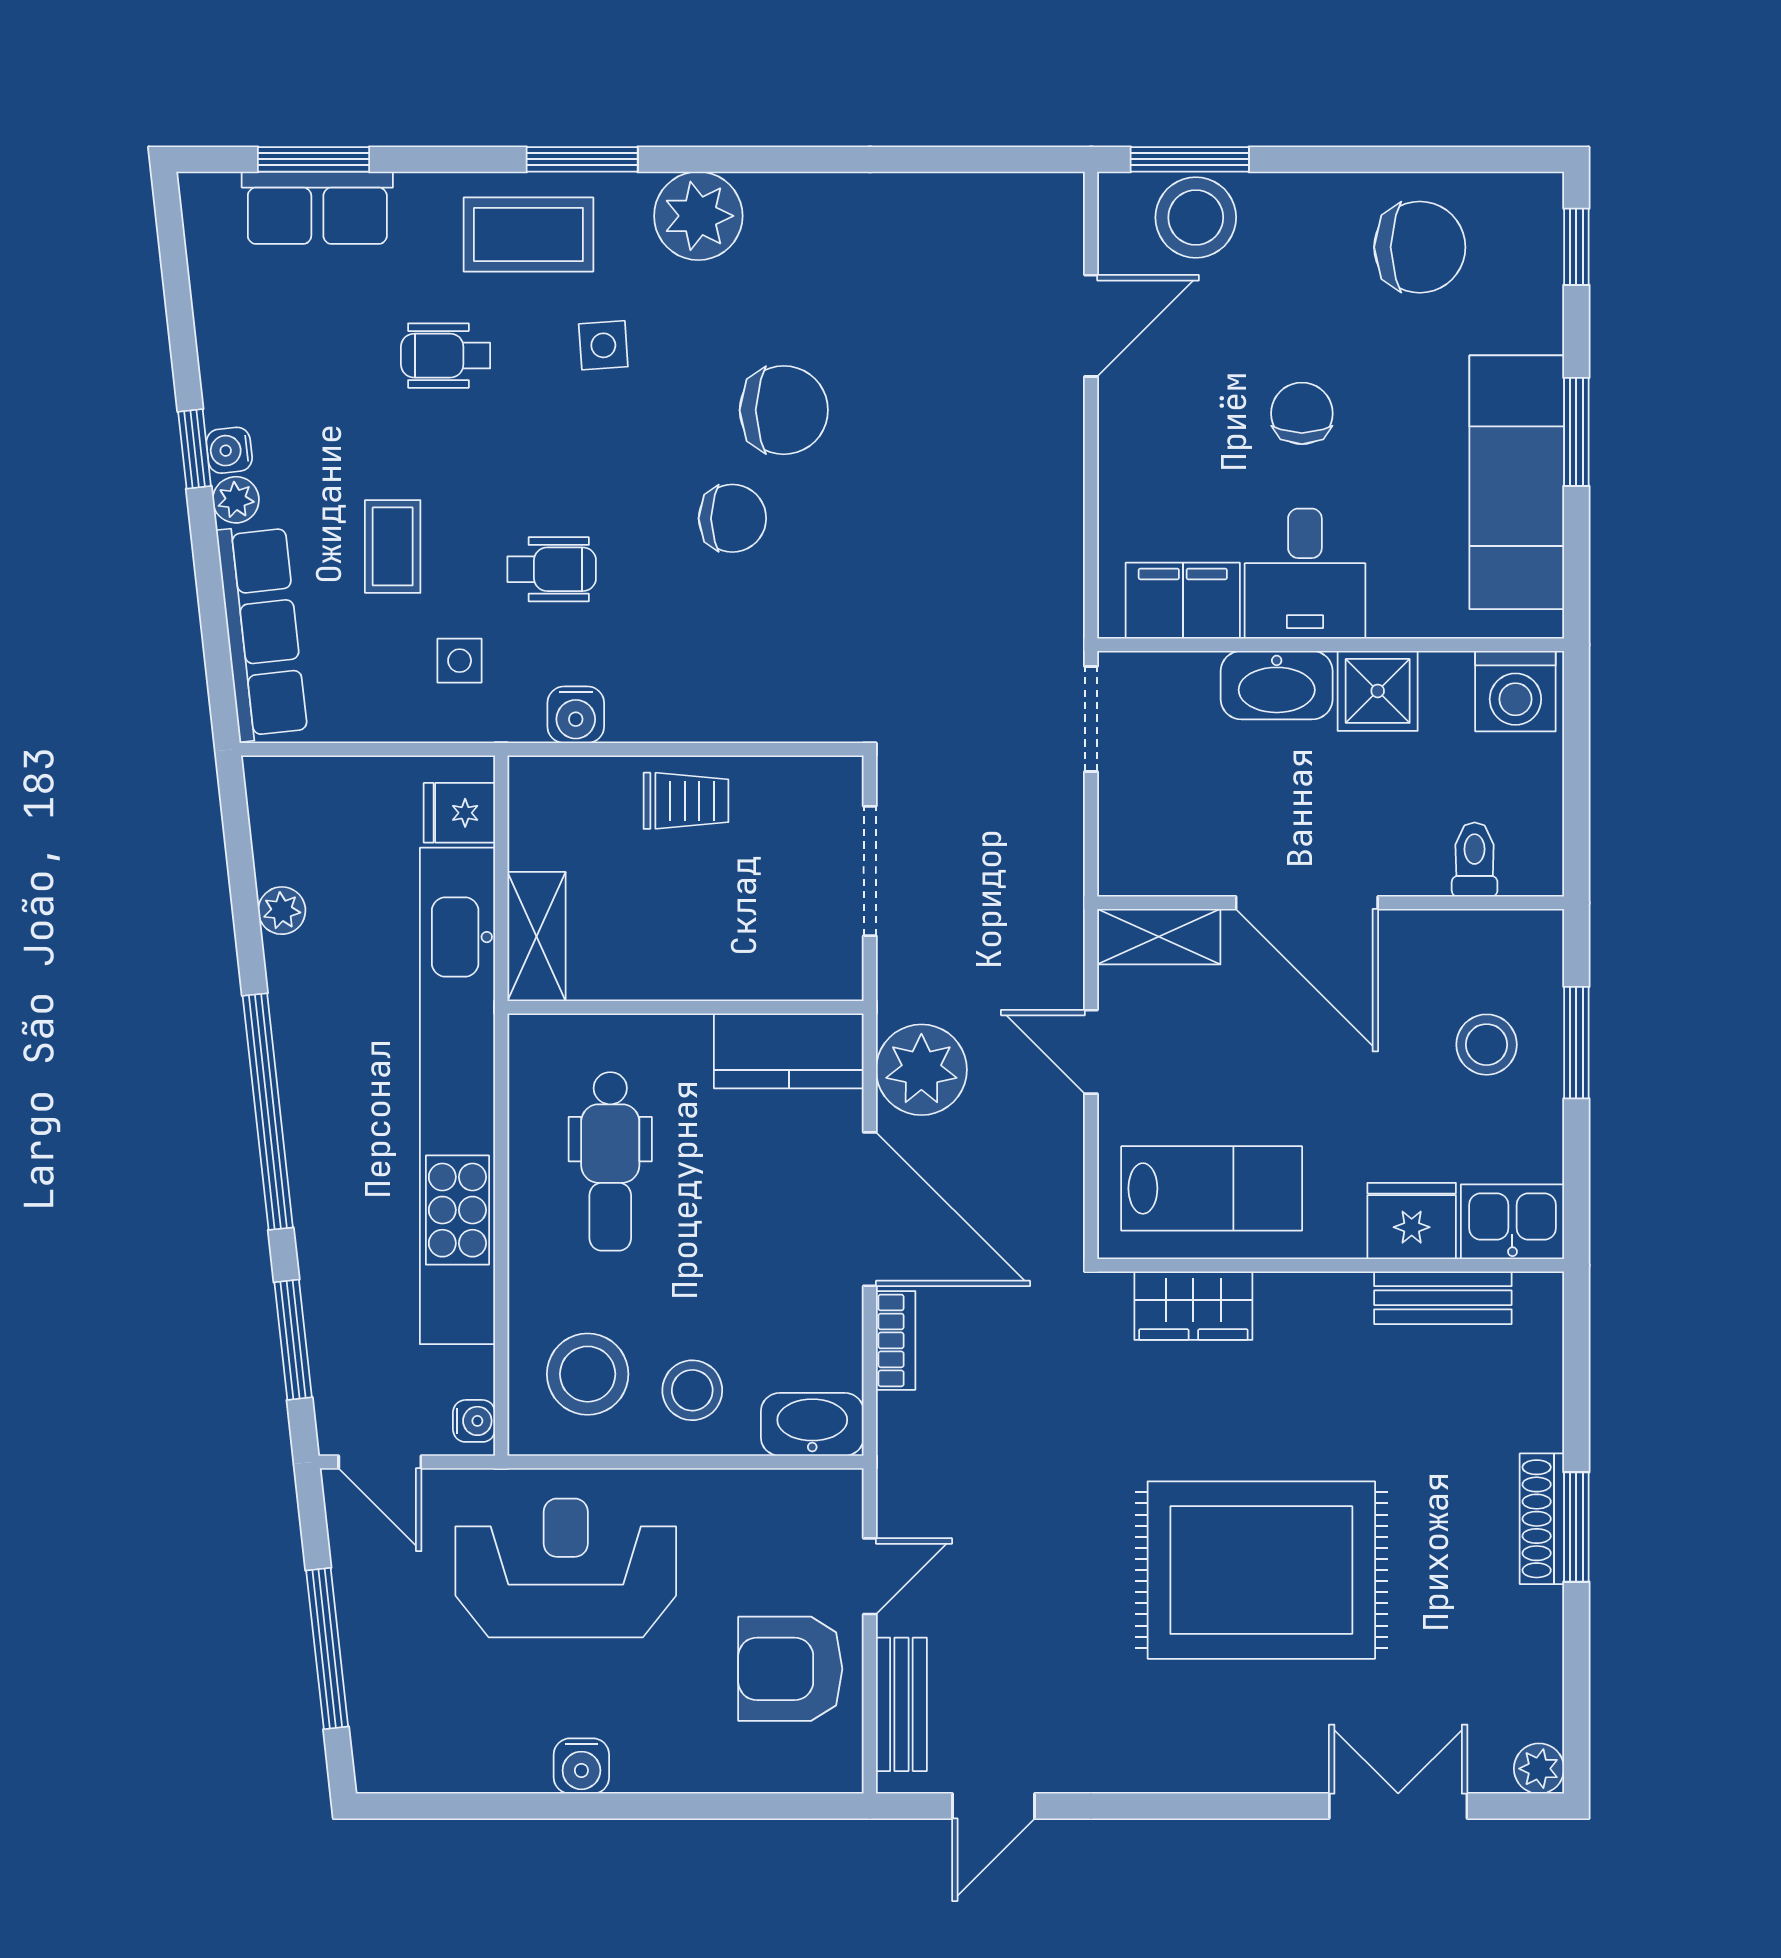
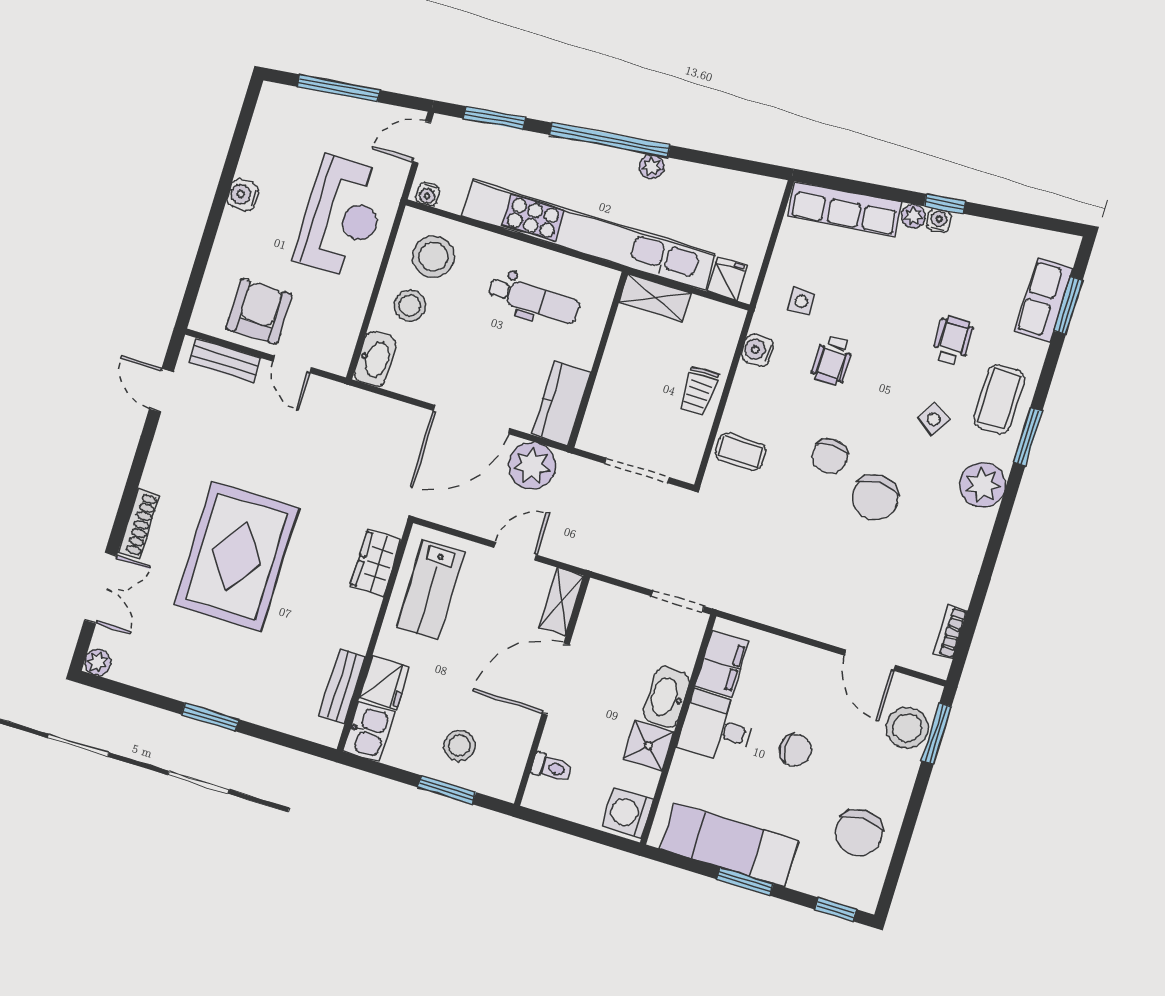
side table: (603, 345) -> (934, 419), turned 37
coffee table: (393, 546) -> (741, 452), moved
plant: (282, 911) -> (652, 167), moved
dental chair: (610, 1161) -> (534, 300), turned 180
bookcase: (896, 1340) -> (951, 632), moved, turned 90
shoe rack: (1542, 1519) -> (139, 524), moved, turned 90

